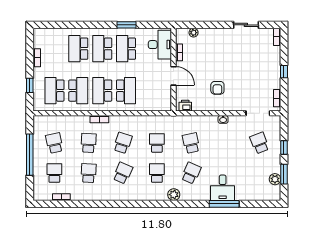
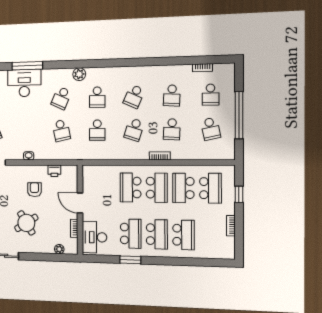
round table: (226, 56) -> (26, 223), added
printer: (185, 106) -> (54, 171), moved
desk: (223, 188) -> (24, 83), width x1.37

